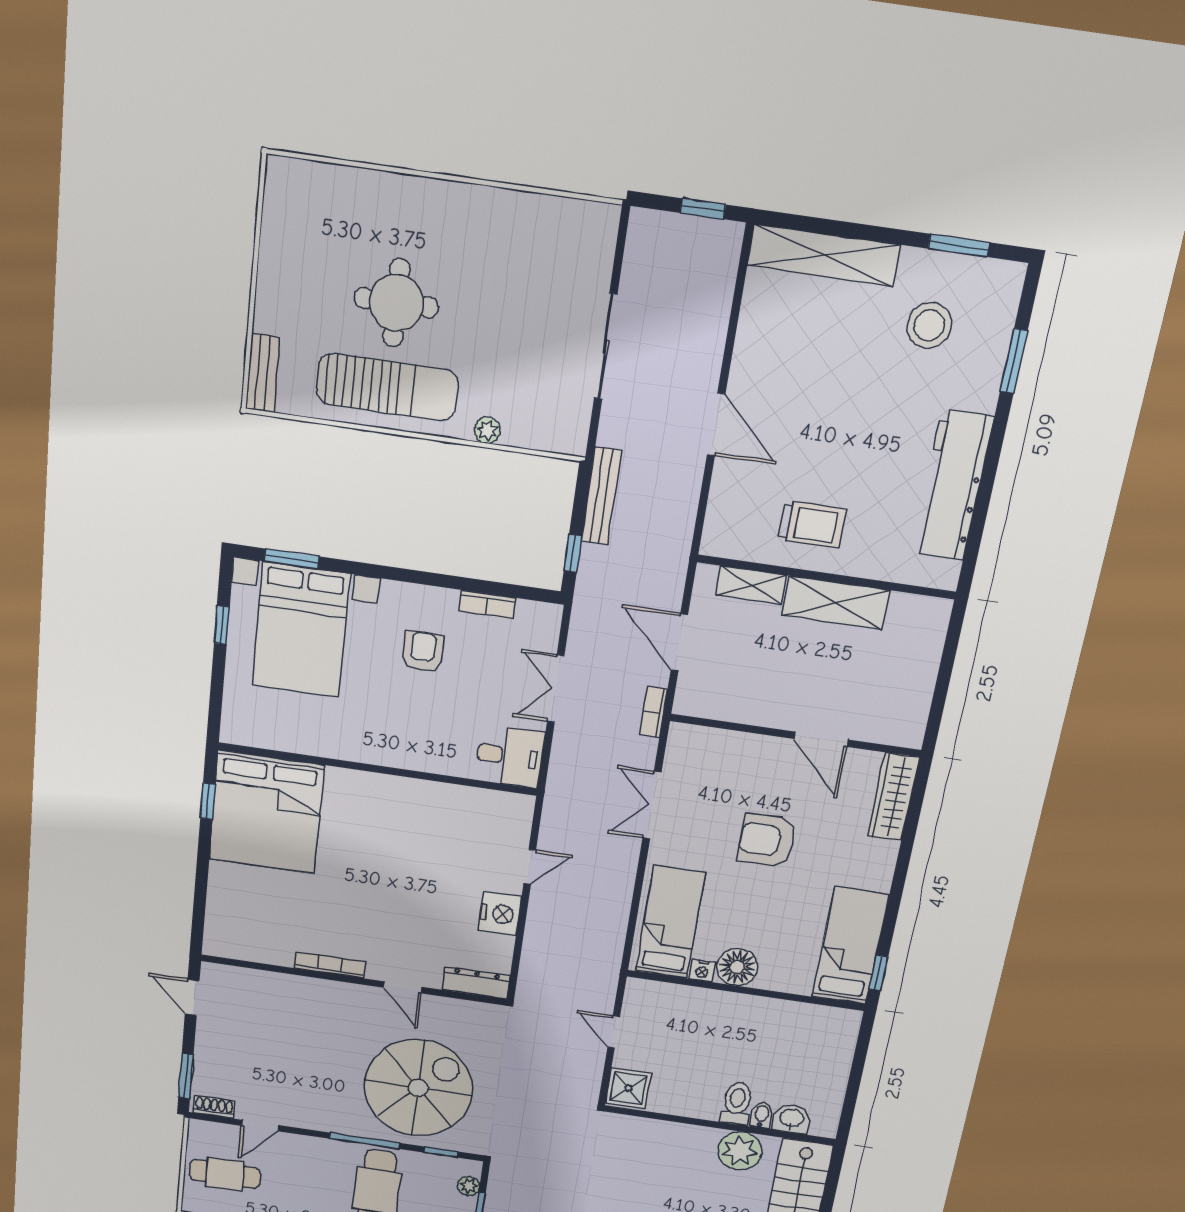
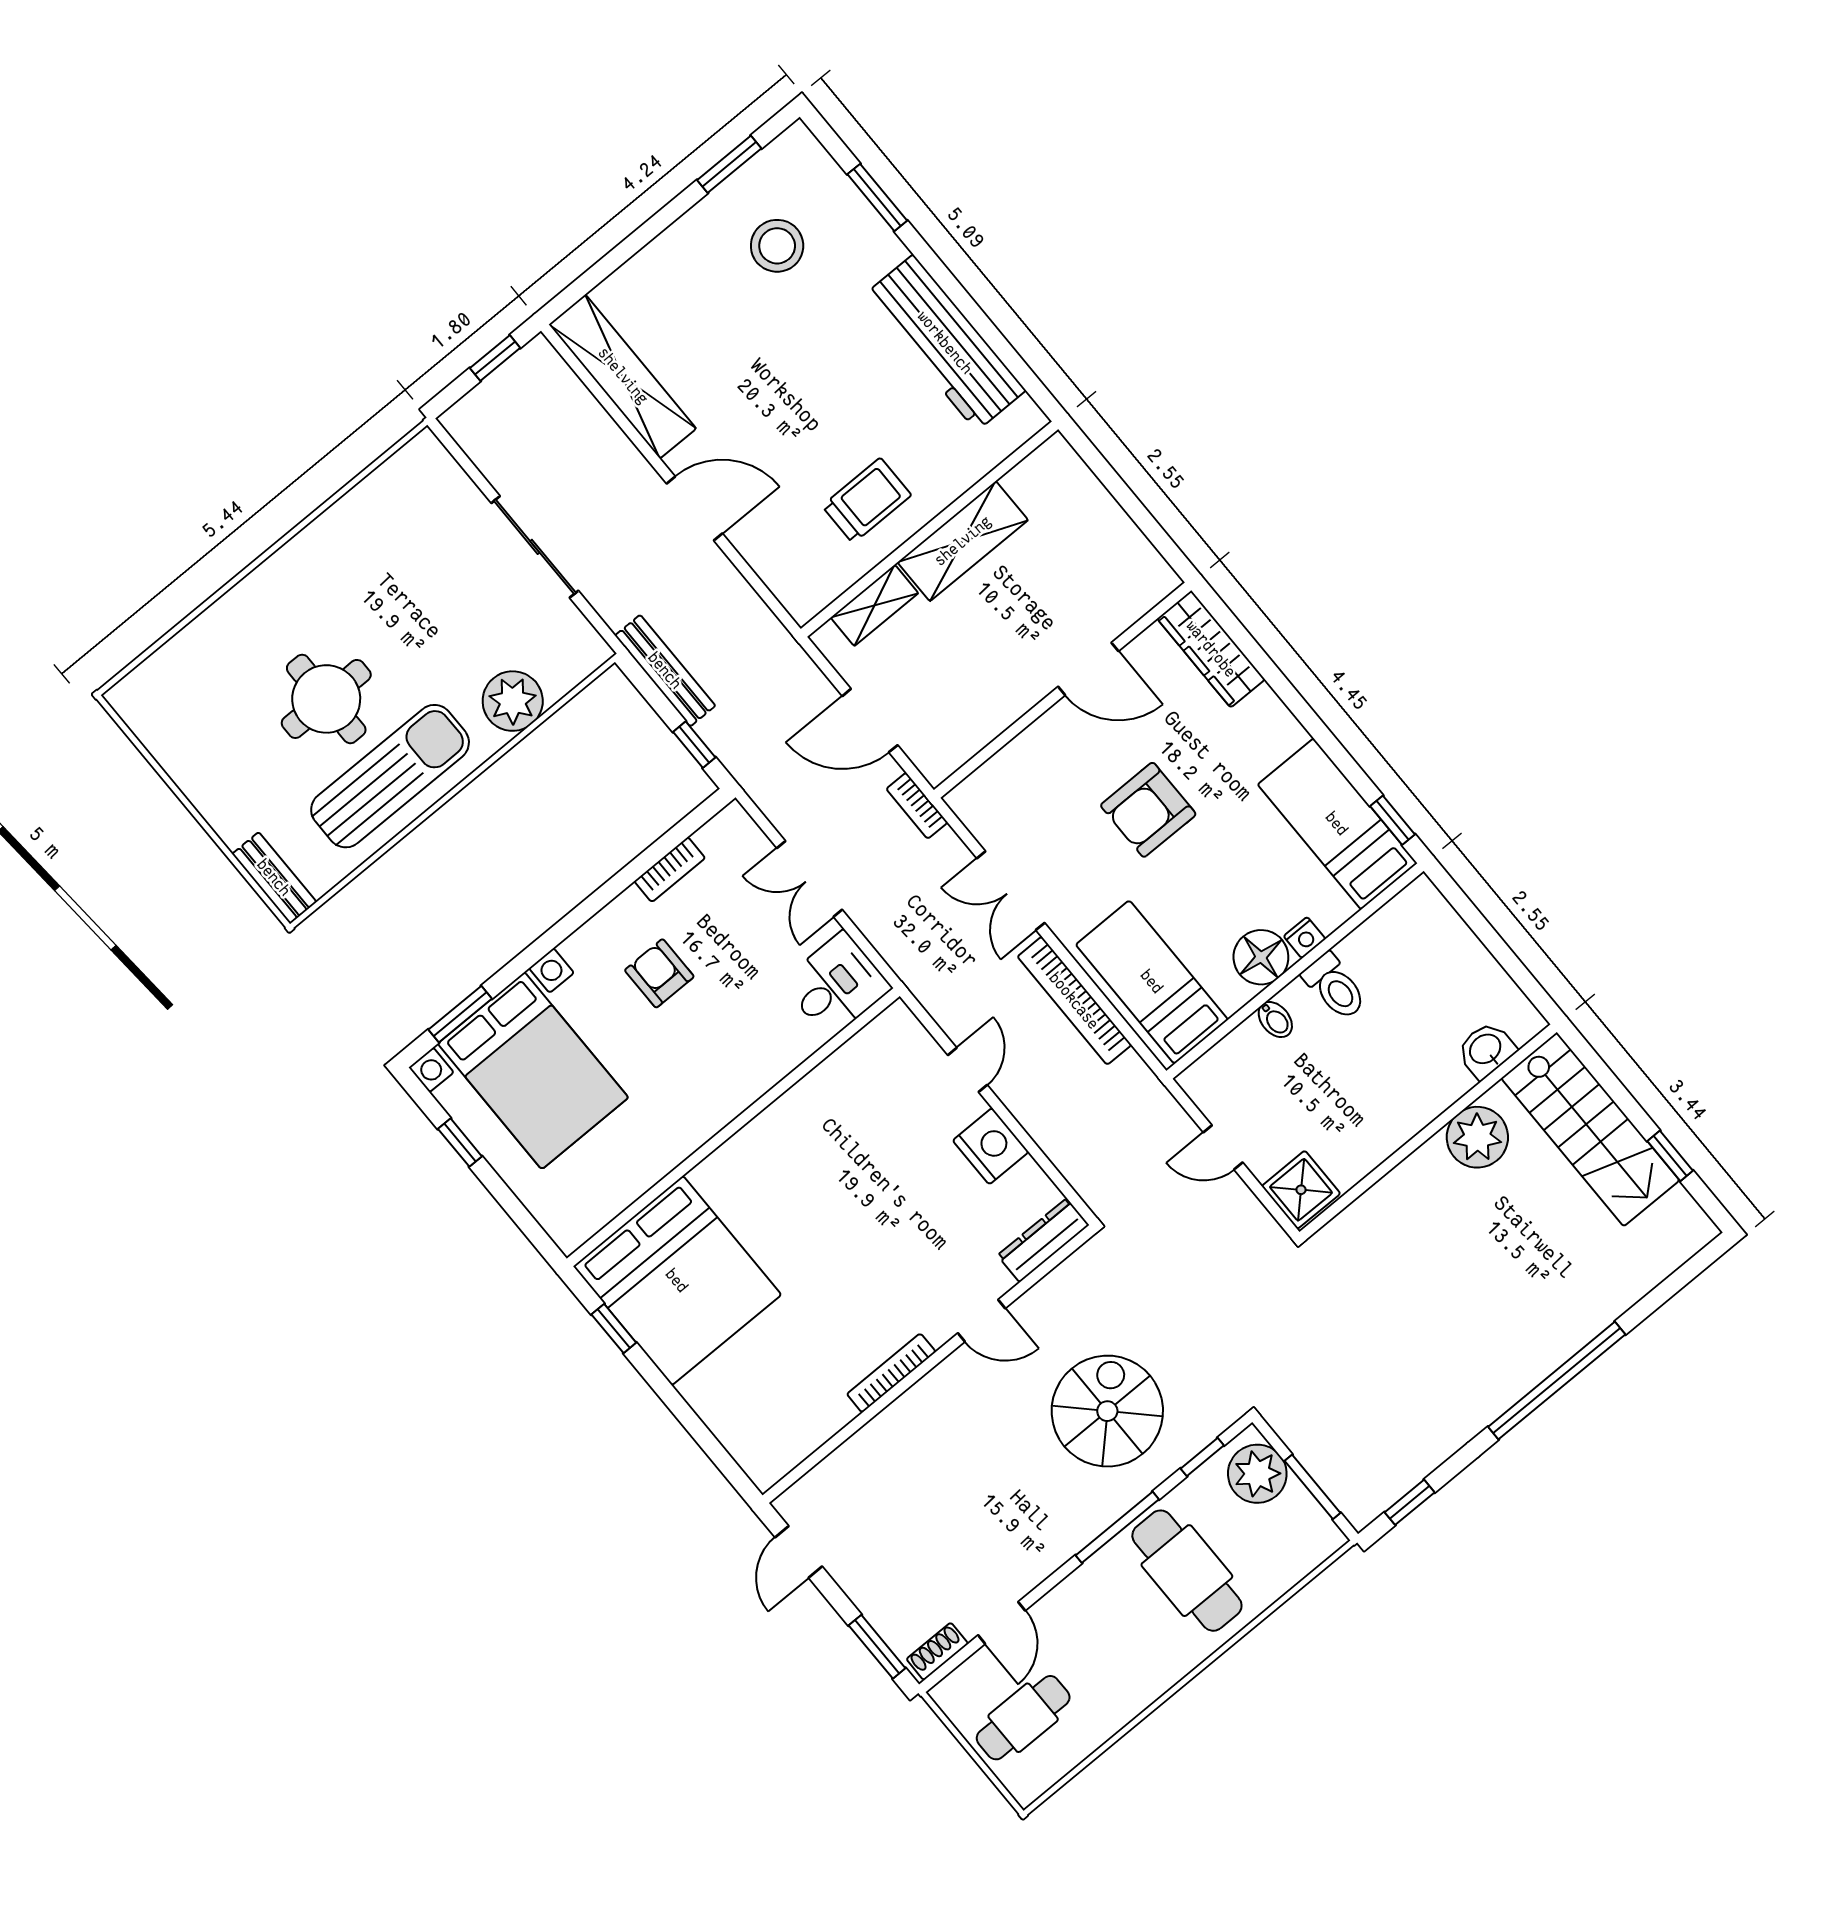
shelving: (824, 255) -> (623, 376), moved, turned 90
plant: (487, 430) -> (513, 701), width x1.88, depth x1.88
bookcase: (622, 891) -> (1074, 1001), added
nightstand: (702, 971) -> (1305, 938), moved
door: (192, 997) -> (799, 1552), hinge flipped
spiral stairs: (418, 1088) -> (1107, 1411), width x0.73, depth x0.73
toilet: (737, 1103) -> (1335, 987), moved, turned 180
bidet: (761, 1115) -> (1275, 1020), moved, turned 180
plant: (469, 1186) -> (1257, 1474), width x1.88, depth x1.88

